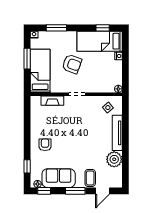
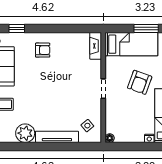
fireplace: (52, 101) -> (96, 46), moved

